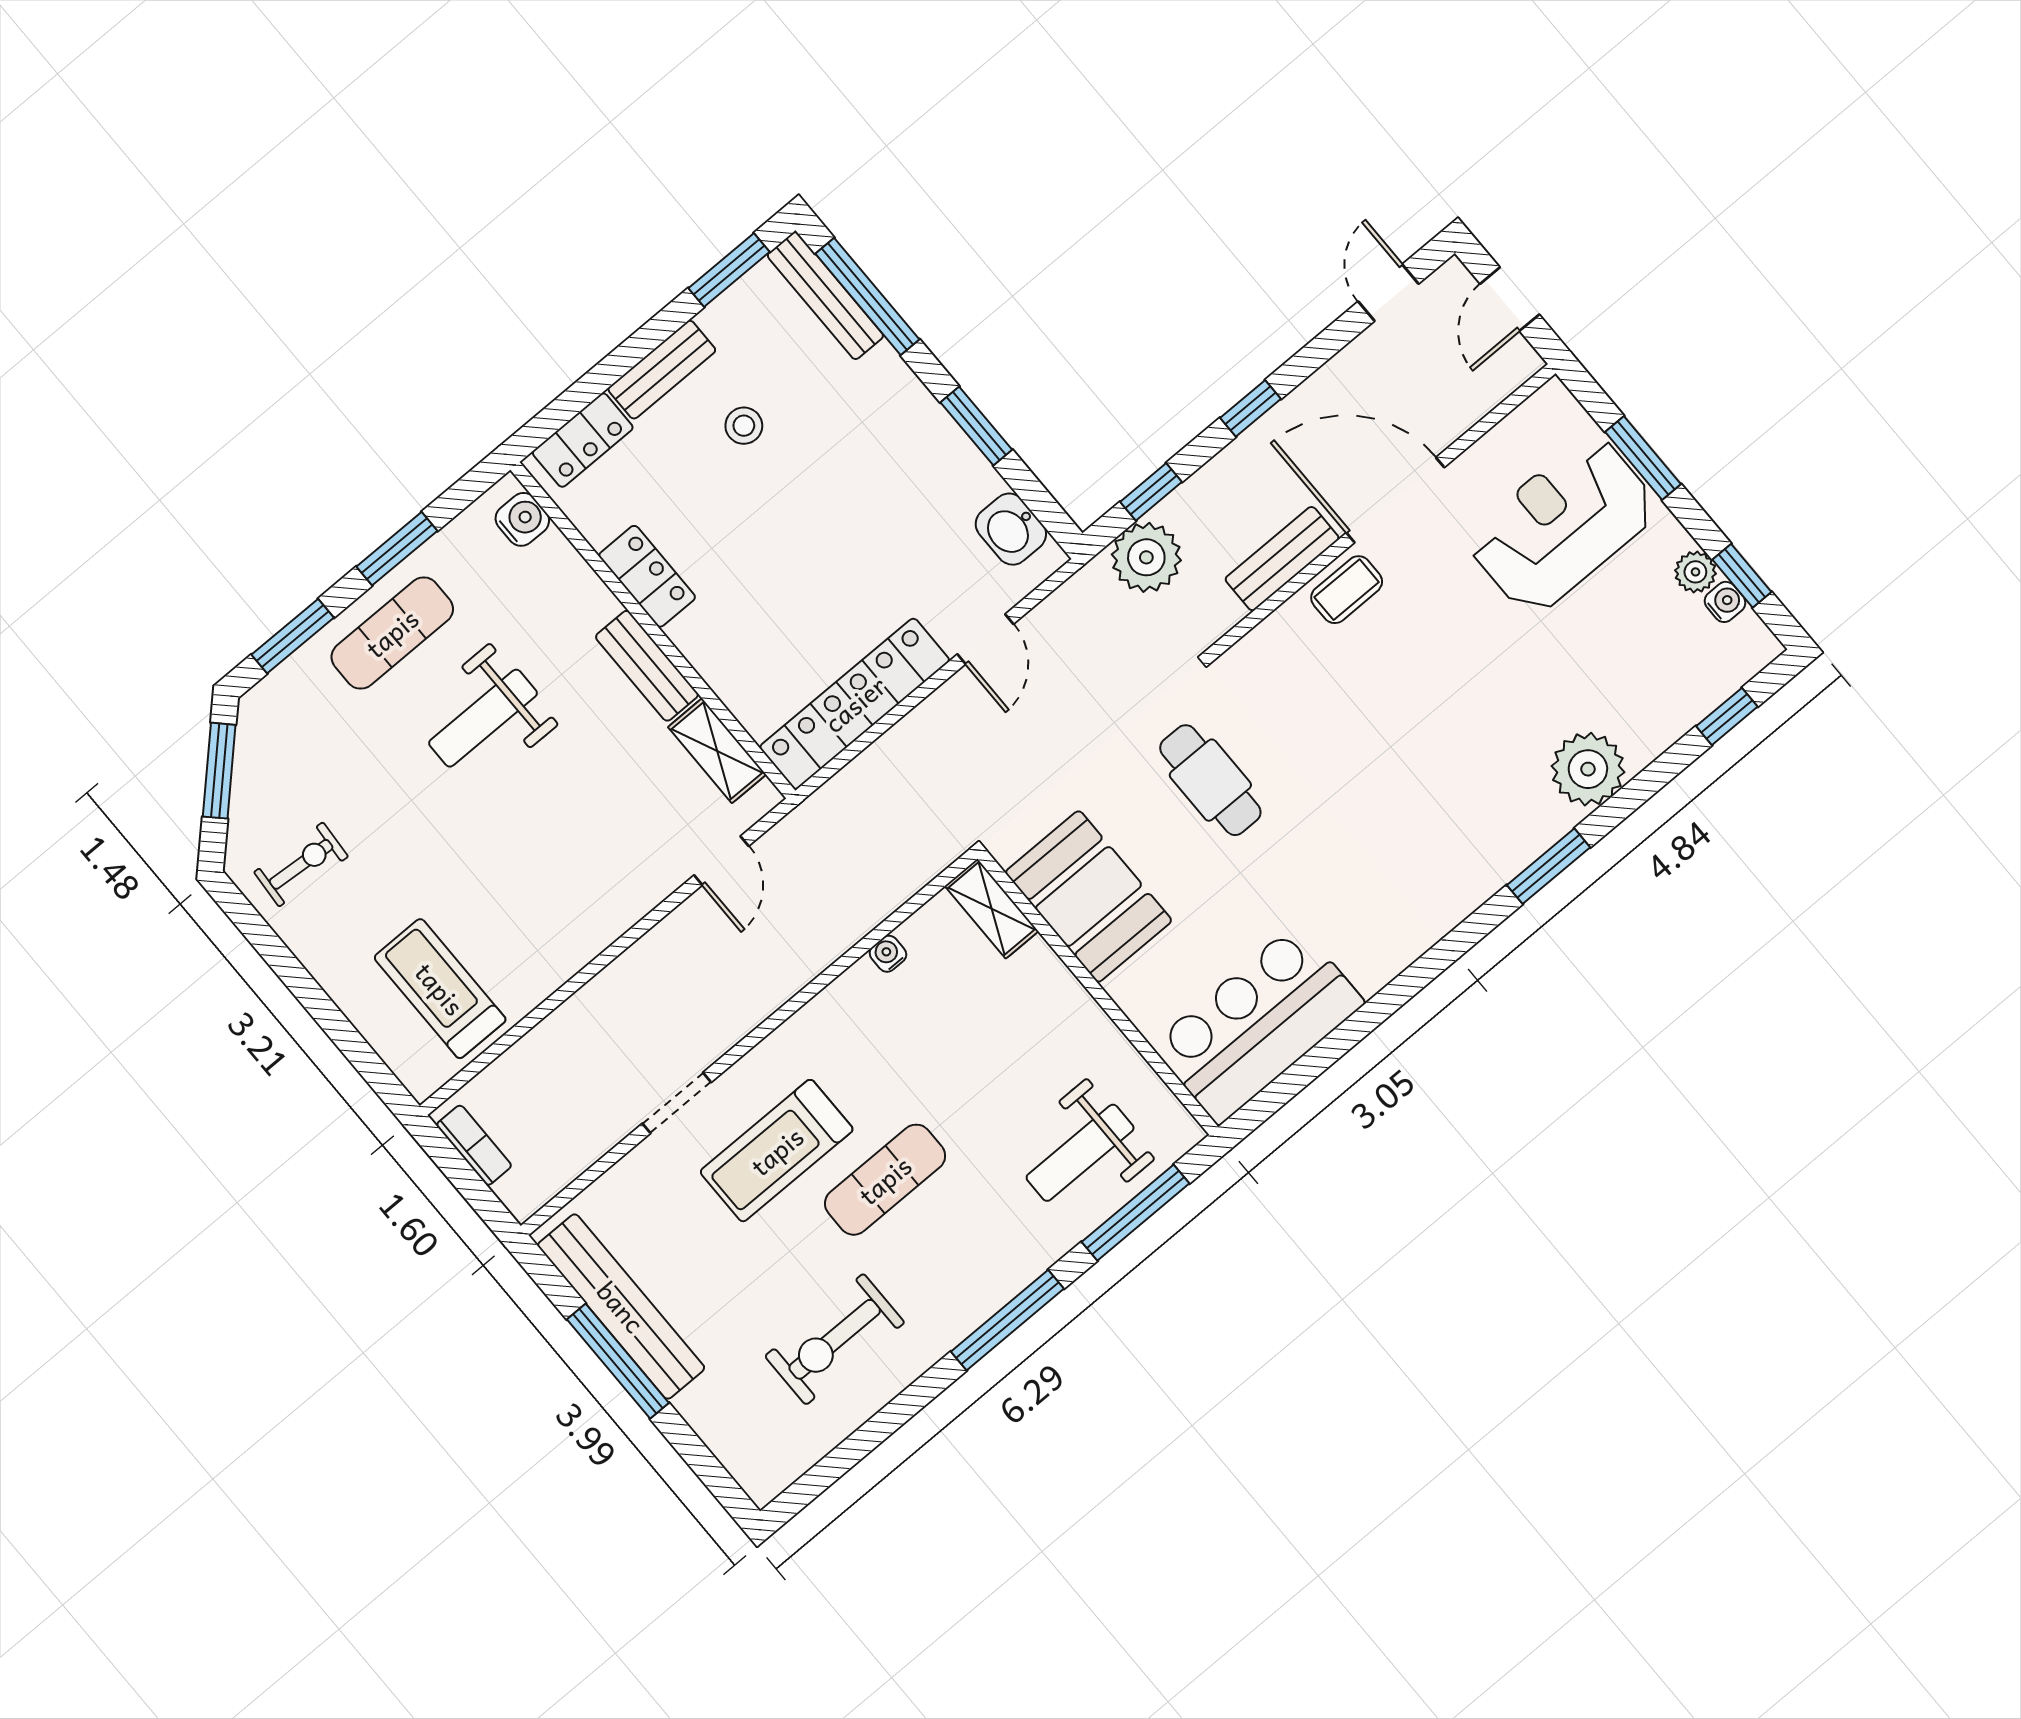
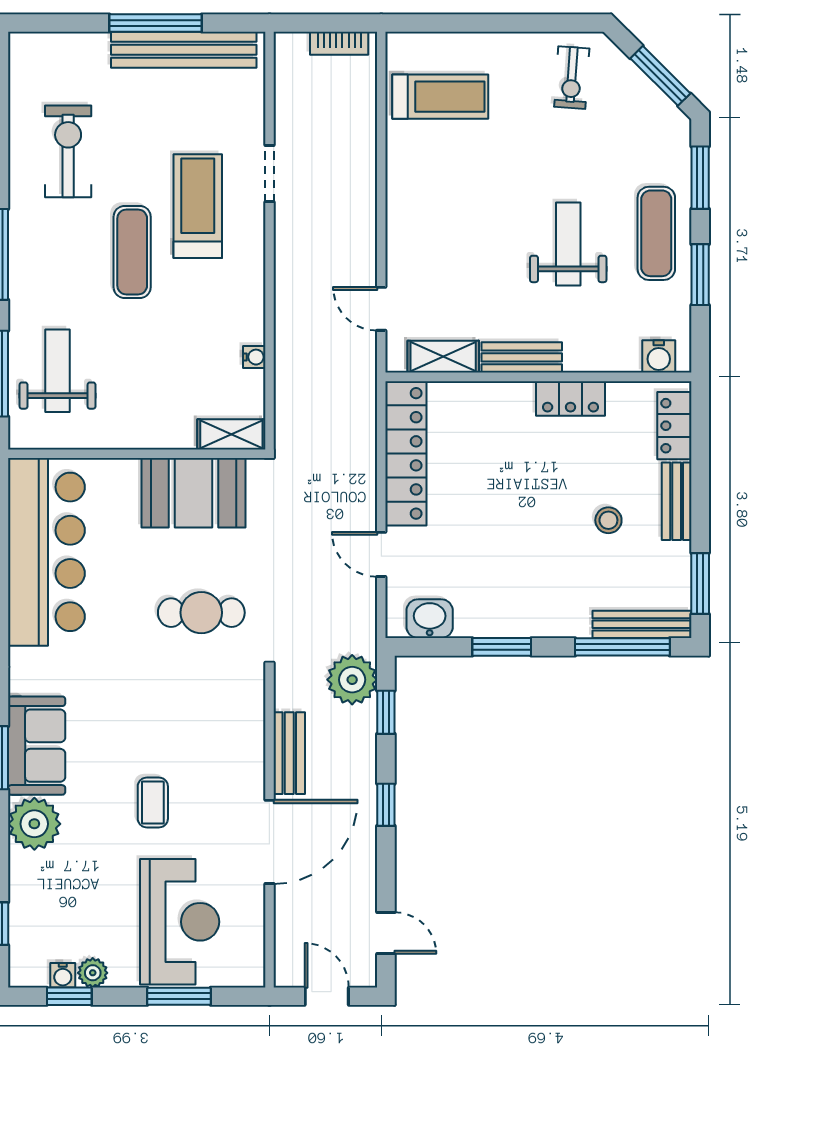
coffee table: (1347, 590) -> (153, 802), moved
sofa: (1502, 837) -> (37, 746), added
bar counter: (1258, 1024) -> (46, 552), width x1.36

